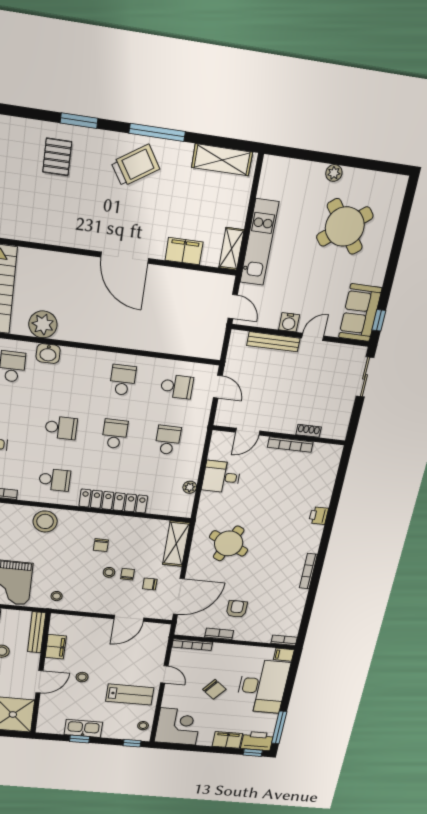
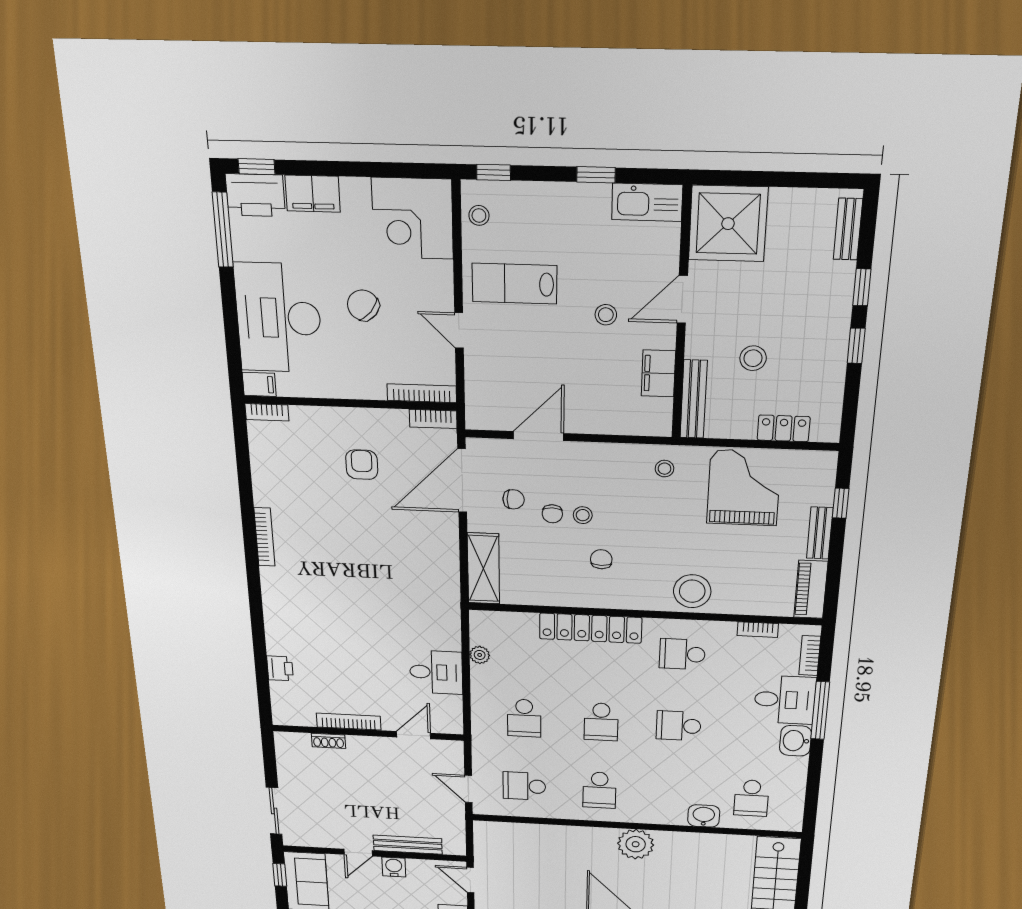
plant: (43, 324) -> (636, 844), moved
printer: (319, 516) -> (280, 668), moved
round table: (229, 543) -> (402, 574), removed
armchair: (237, 609) -> (362, 465), turned 180
bookcase: (219, 634) -> (433, 419), moved
kitchen sink: (83, 728) -> (647, 202), moved

